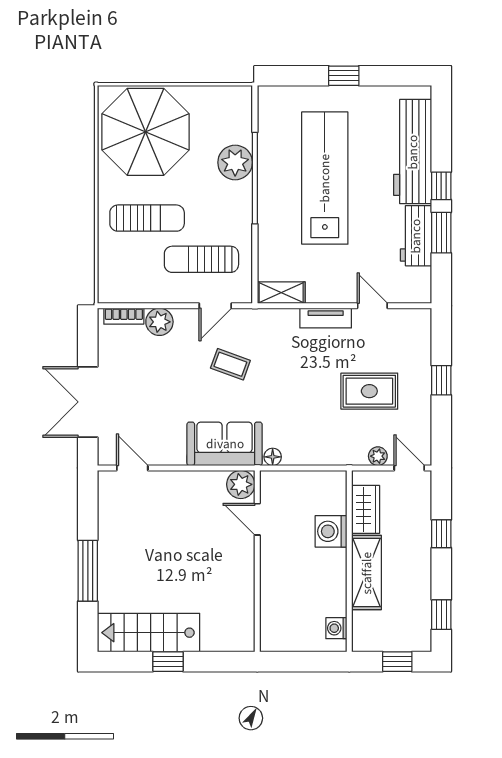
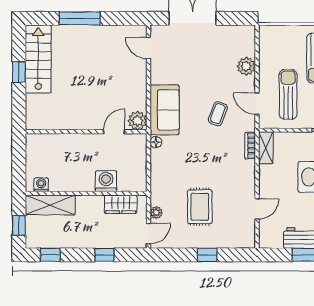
bookcase: (124, 316) -> (250, 146), moved
tv unit: (326, 318) -> (249, 178), removed
door: (132, 468) -> (148, 48), swing flipped
shelving: (367, 573) -> (50, 205), moved

